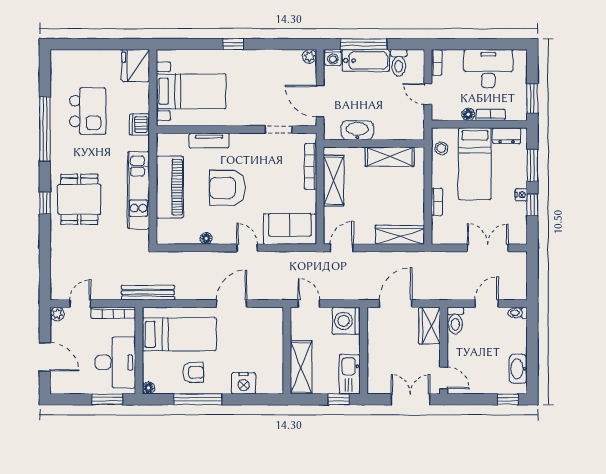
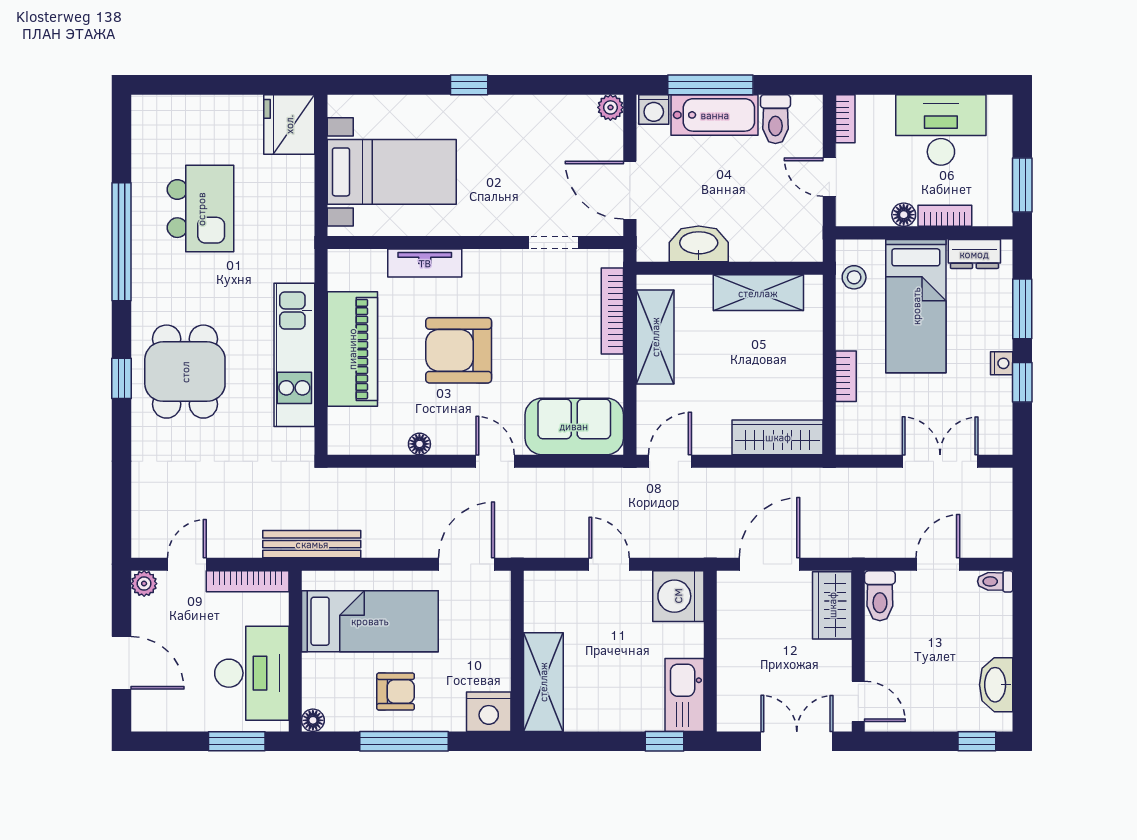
dishwasher: (139, 124) -> (296, 233), removed
wall: (287, 351) -> (517, 651), moved
shelving: (301, 367) -> (543, 682), moved

